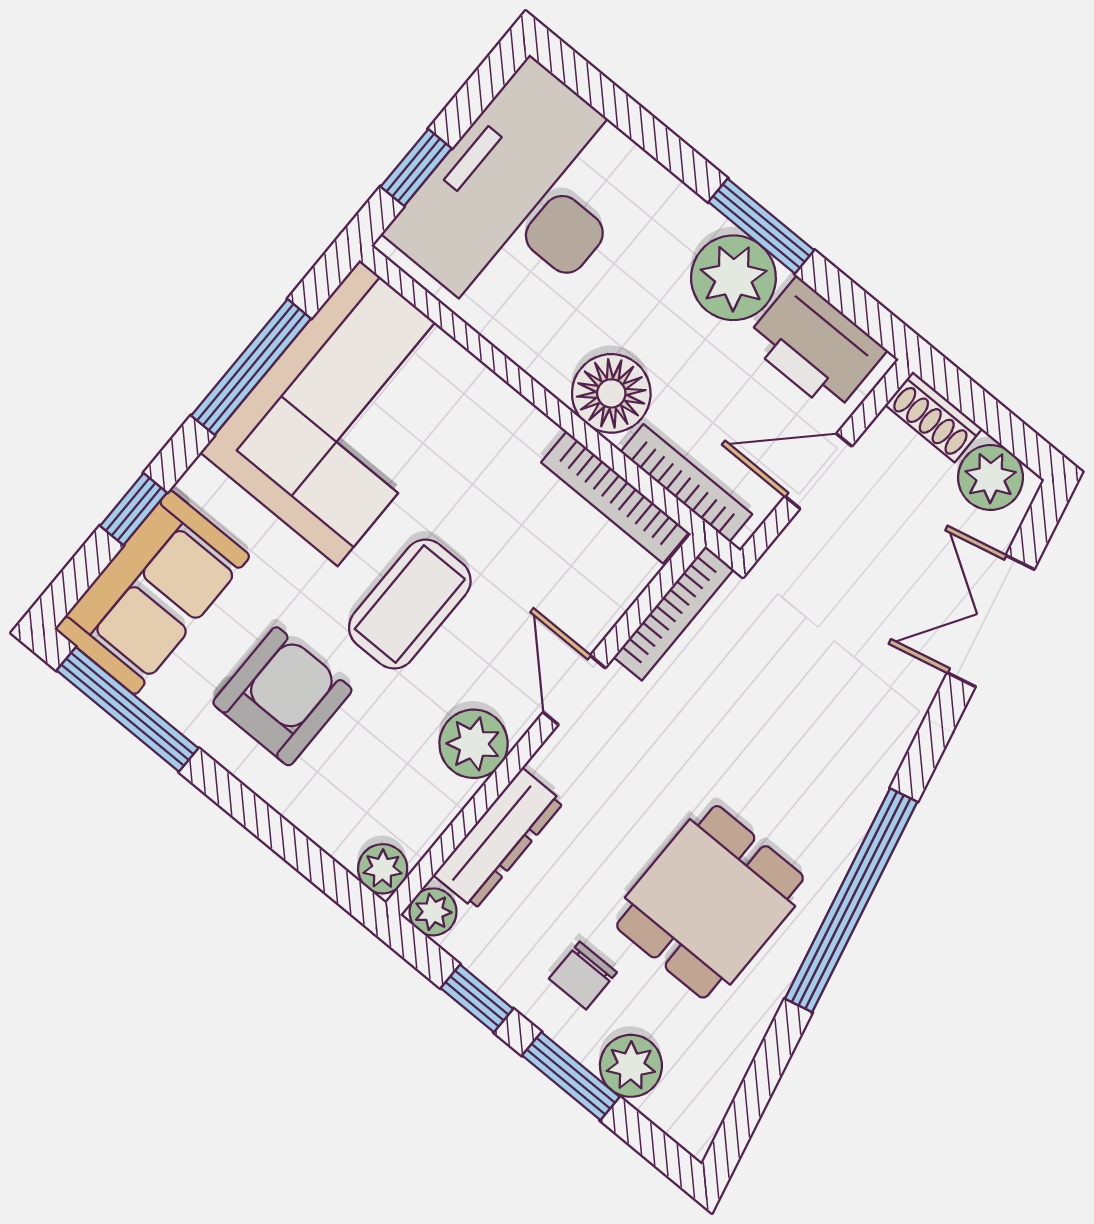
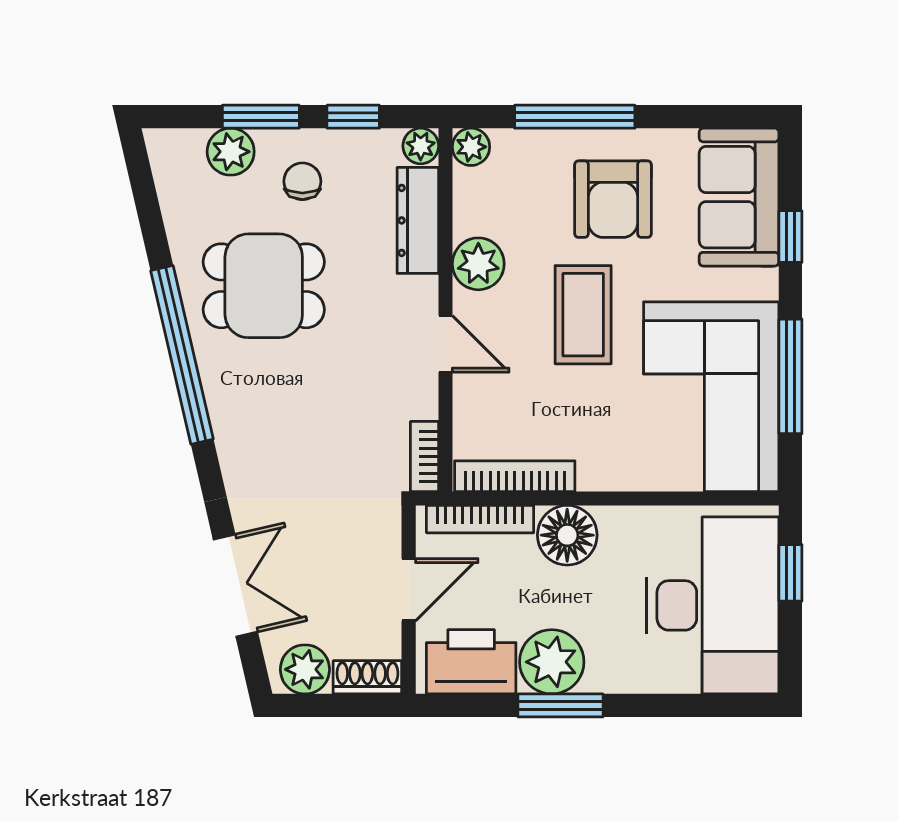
bookcase: (674, 613) -> (424, 457), width x0.64
window: (127, 709) -> (575, 117), moved
dining table: (710, 902) -> (264, 286), turned 90

